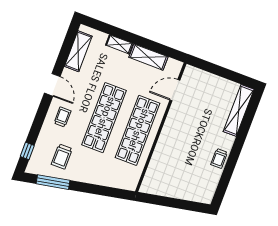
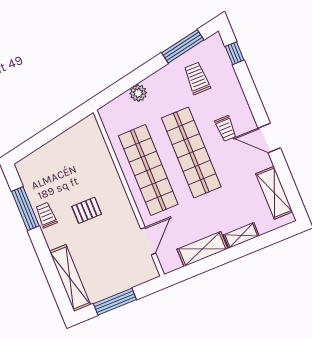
window: (226, 73) -> (115, 302), added
trolley: (63, 117) -> (226, 129), moved
pallet: (194, 140) -> (87, 210), added
window: (227, 173) -> (25, 209), added
plant: (103, 179) -> (138, 93), added

